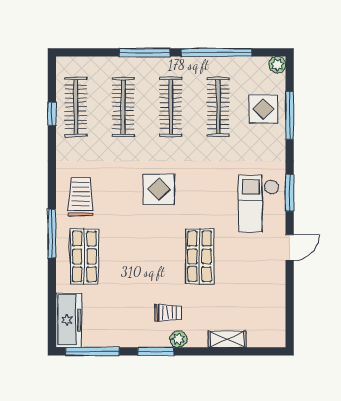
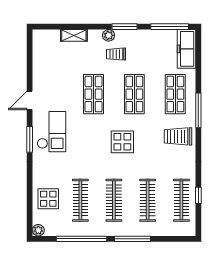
window: (290, 115) -> (30, 194), removed
trolley: (81, 197) -> (178, 136), turned 90
shop shelf: (142, 256) -> (134, 94), added

